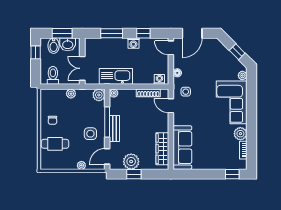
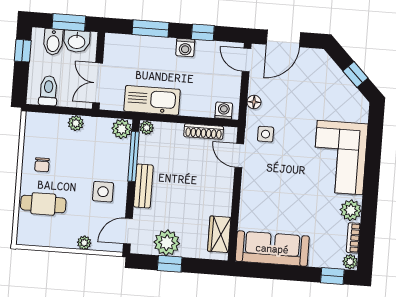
plant: (242, 75) -> (350, 262), moved
window: (107, 122) -> (134, 156), moved
sofa: (182, 148) -> (272, 249), moved, turned -90
wardrobe: (162, 149) -> (219, 234), width x0.67

